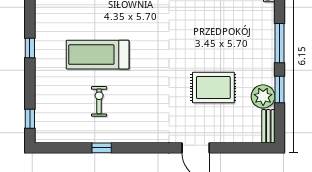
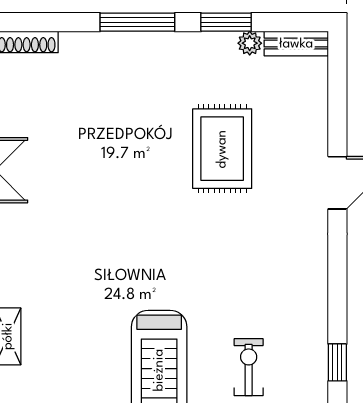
plant: (263, 96) -> (250, 43), width x0.53, depth x0.53
exercise bike: (99, 101) -> (249, 367), turned 90

